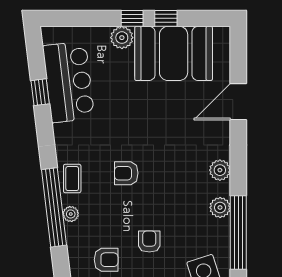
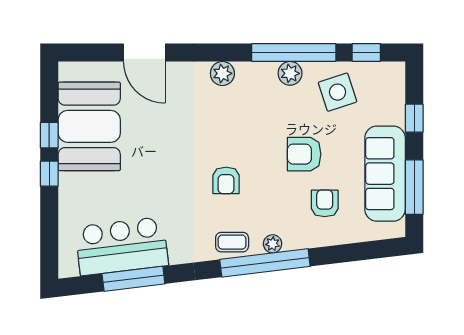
plant: (122, 38) -> (71, 185), removed
window: (40, 92) -> (133, 279), width x2.17
plant: (220, 207) -> (290, 73), moved
armchair: (149, 242) -> (304, 154), width x1.38, depth x1.38

